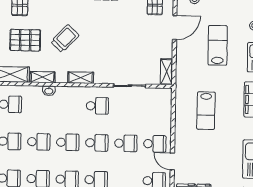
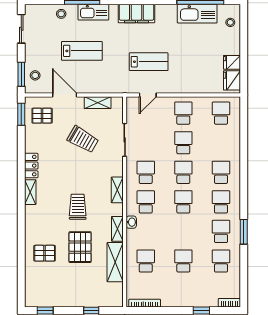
trolley: (65, 38) -> (78, 207), turned 46
trolley: (131, 45) -> (83, 139), added
lab bench: (218, 45) -> (82, 51), turned 180
shelving: (167, 72) -> (98, 103), moved
school desk: (39, 142) -> (146, 202), moved
door: (172, 161) -> (148, 95), moved

